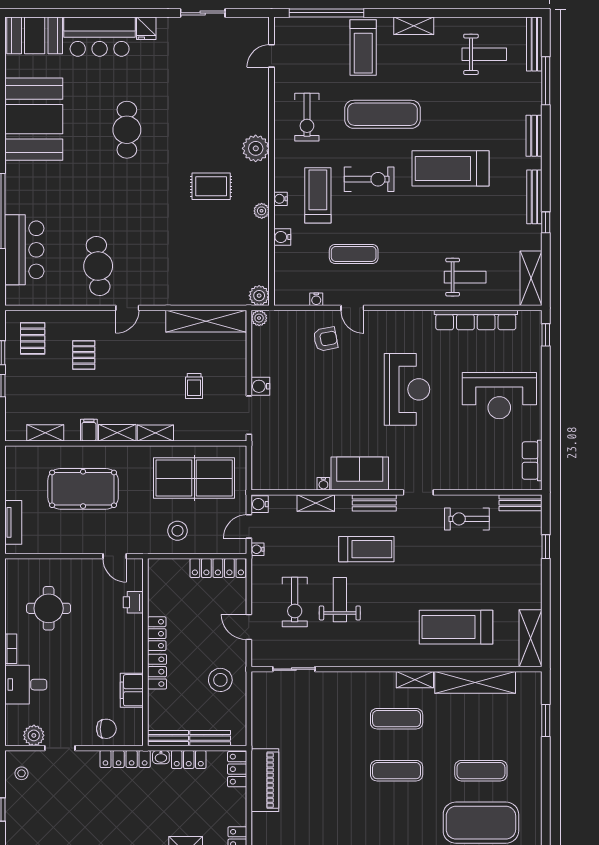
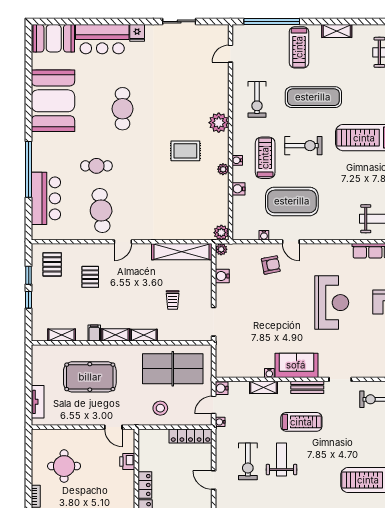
cafe table: (92, 206) -> (96, 166), added
exercise mat: (354, 254) -> (292, 201), width x2.00, depth x1.45
water cooler: (260, 386) -> (222, 276), moved

